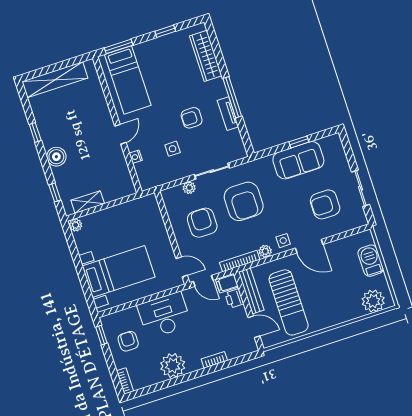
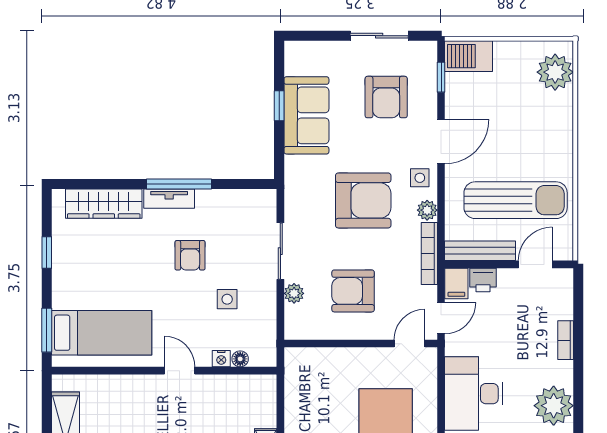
tv unit: (228, 114) -> (169, 199), moved
floor lamp: (139, 168) -> (240, 359), added
armchair: (244, 201) -> (363, 200), moved
window: (348, 233) -> (441, 77), added
barbecue: (371, 261) -> (469, 56), moved

